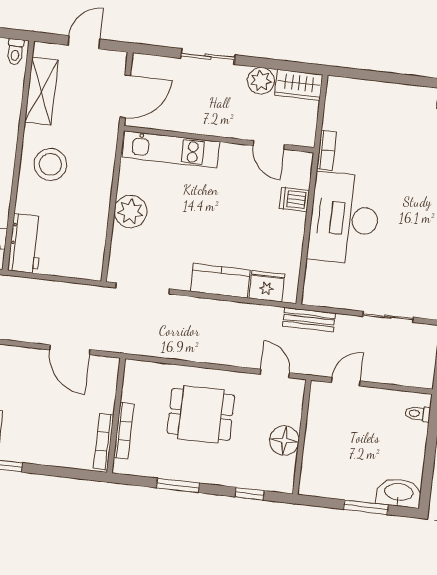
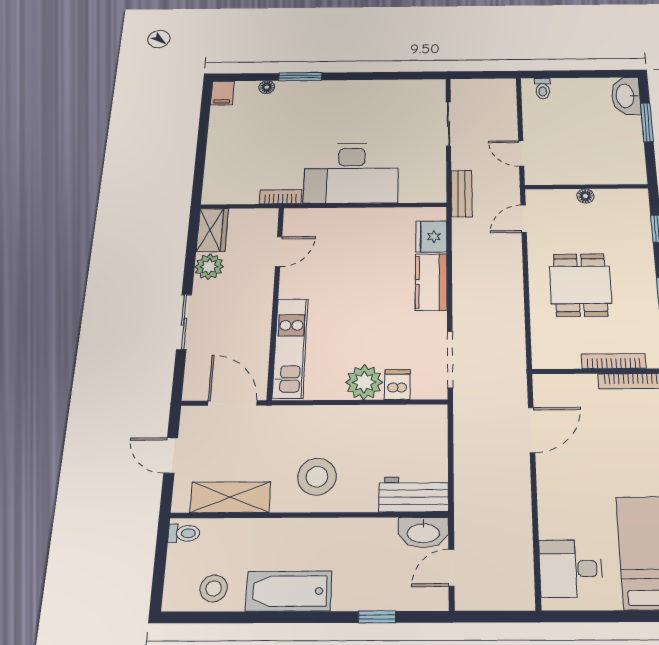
dishwasher: (294, 199) -> (397, 384), moved, turned 180
floor lamp: (284, 441) -> (585, 196), width x0.53, depth x0.53

